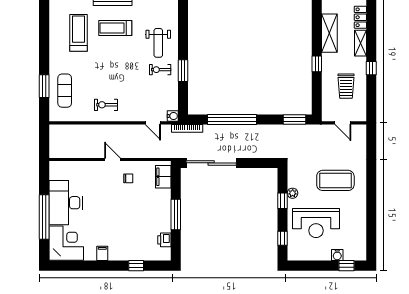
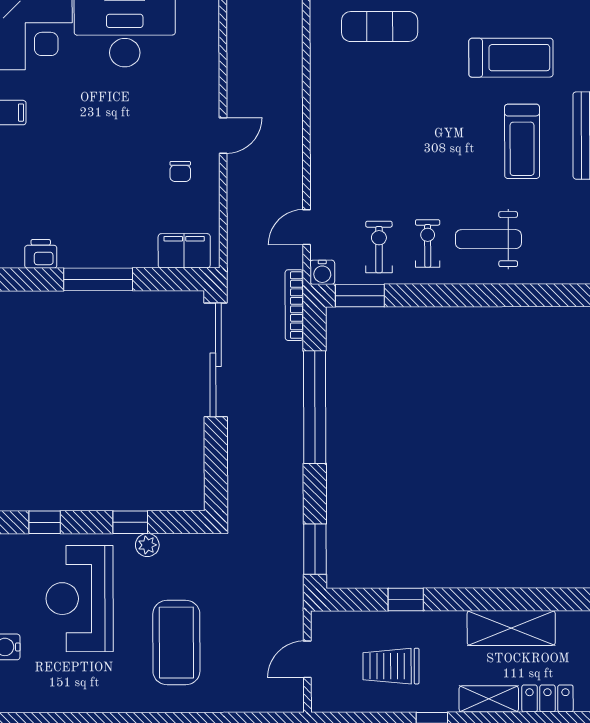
treadmill: (115, 28) -> (522, 141), turned 180
window: (317, 64) -> (406, 600), moved
window: (183, 71) -> (360, 296), moved
exercise bike: (106, 105) -> (379, 247), moved

